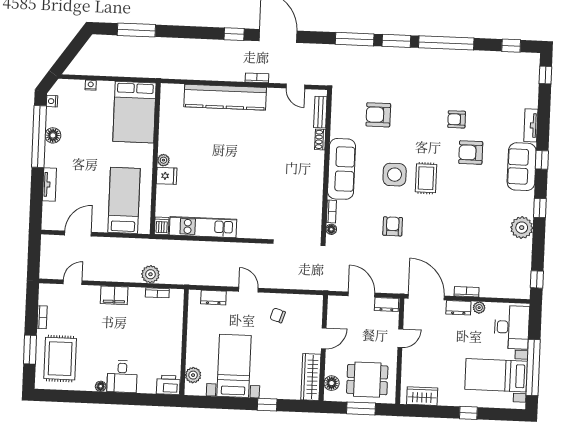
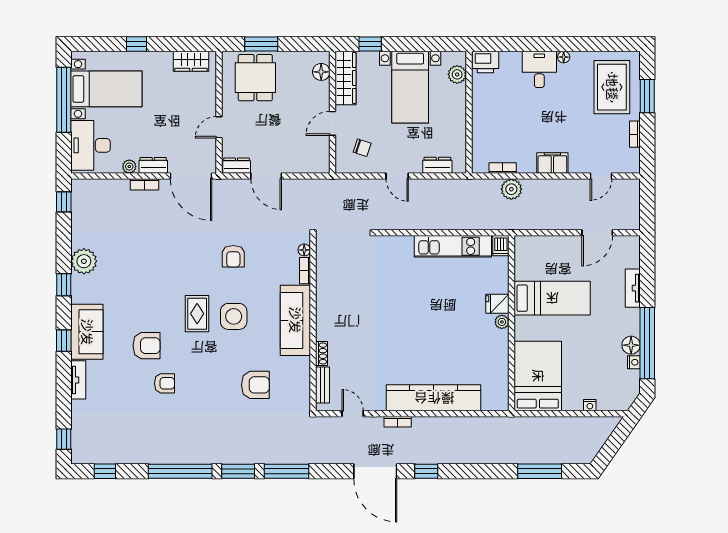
nightstand: (52, 101) -> (634, 362), moved
bed: (124, 200) -> (552, 298), moved, turned -90
door: (324, 338) -> (332, 123), moved
wall: (323, 348) -> (332, 112), moved
wardrobe: (311, 377) -> (346, 78), moved
dining table: (367, 380) -> (255, 78), turned 90
floor lamp: (332, 383) -> (321, 72), moved

